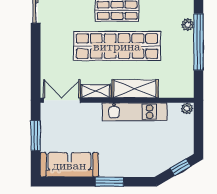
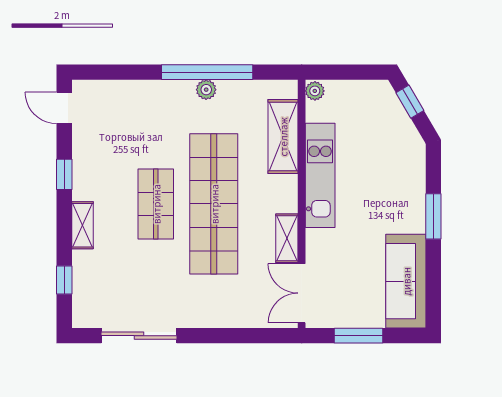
plant: (188, 25) -> (206, 90), moved
shelving: (135, 89) -> (283, 137), moved

